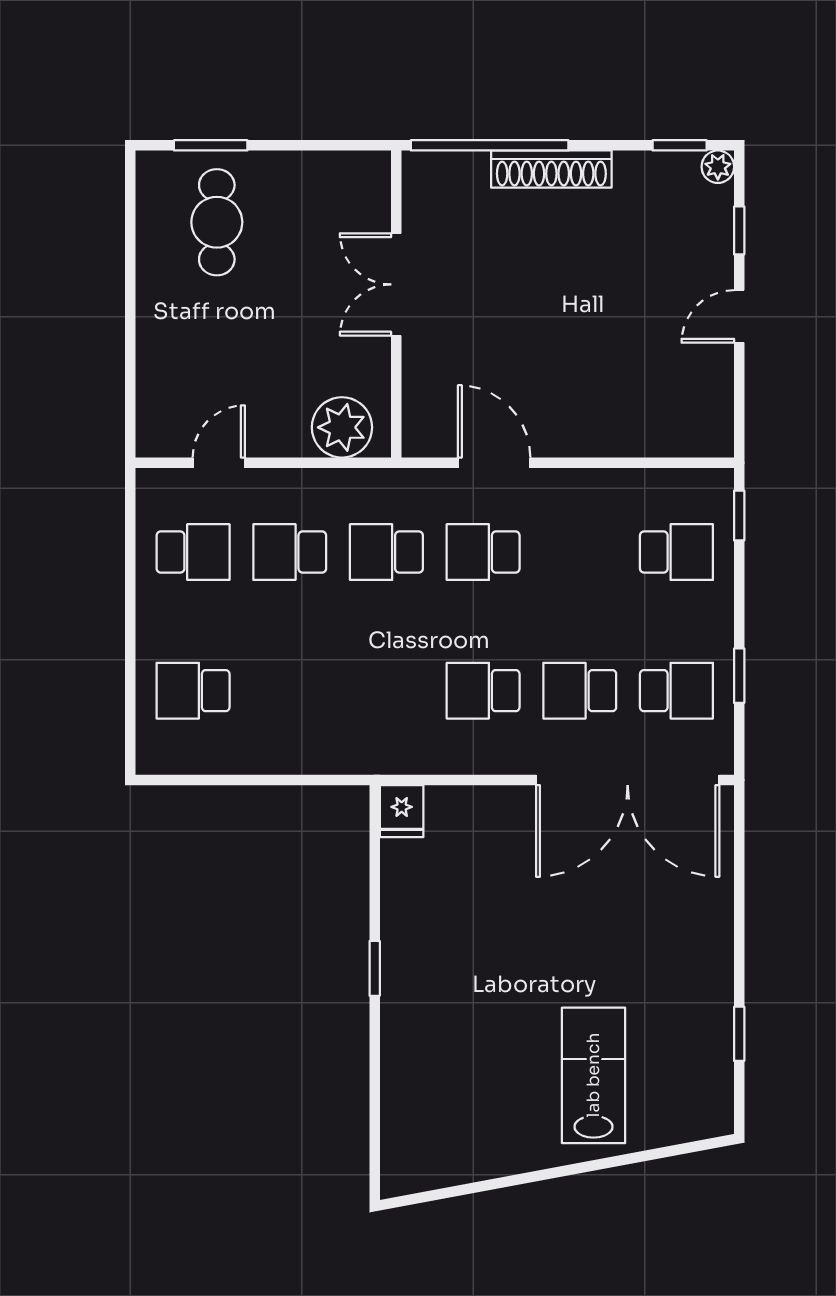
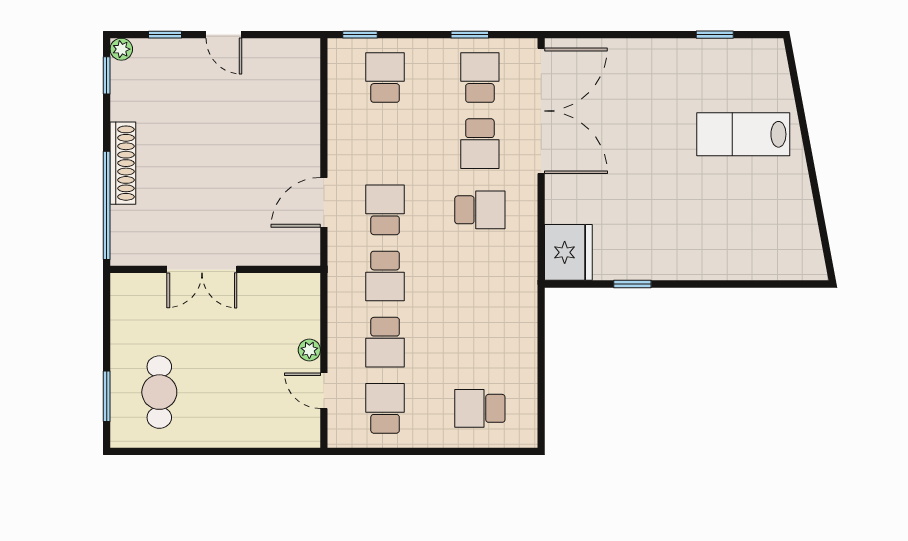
cafe table: (217, 222) -> (159, 392), turned 90
plant: (342, 427) -> (309, 350), moved, width x0.53, depth x0.53
school desk: (483, 552) -> (385, 210), turned 180
school desk: (193, 691) -> (480, 408), turned 90
school desk: (483, 691) -> (480, 210), turned -90
fridge: (402, 811) -> (568, 252), width x1.88, depth x1.34
window: (375, 968) -> (632, 284), moved

